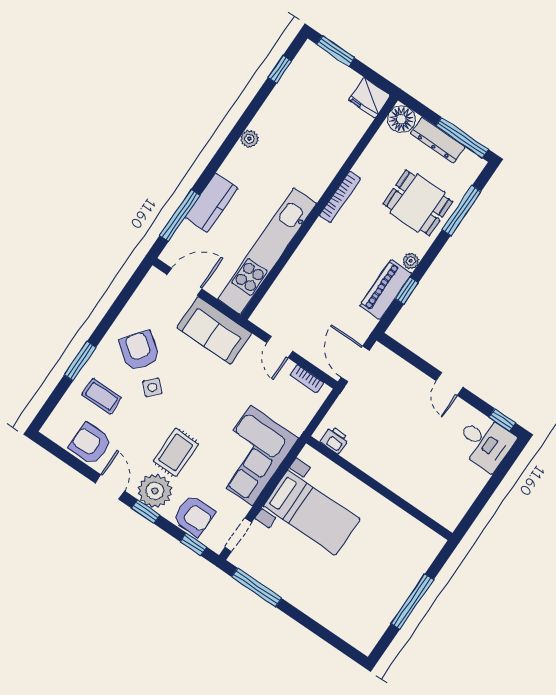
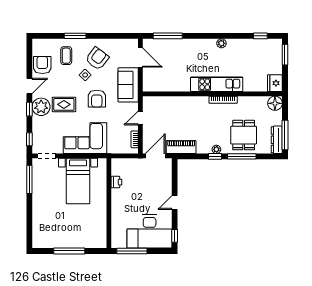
dresser: (438, 140) -> (277, 140), moved
kitchen counter: (211, 203) -> (183, 46), removed
window: (461, 211) -> (242, 156), moved
kitchen unit: (267, 251) -> (217, 84), moved, width x0.73
piano: (386, 290) -> (181, 147), moved
window: (407, 291) -> (215, 156), moved
printer: (335, 440) -> (116, 182), moved
desk: (485, 442) -> (150, 231), width x1.87, depth x1.30
window: (479, 503) -> (132, 251), added
armchair: (194, 515) -> (97, 99), moved

